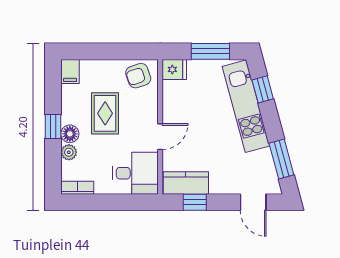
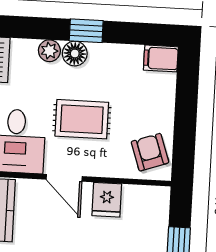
fridge: (174, 69) -> (107, 200), moved
rug: (105, 113) -> (82, 119), moved

